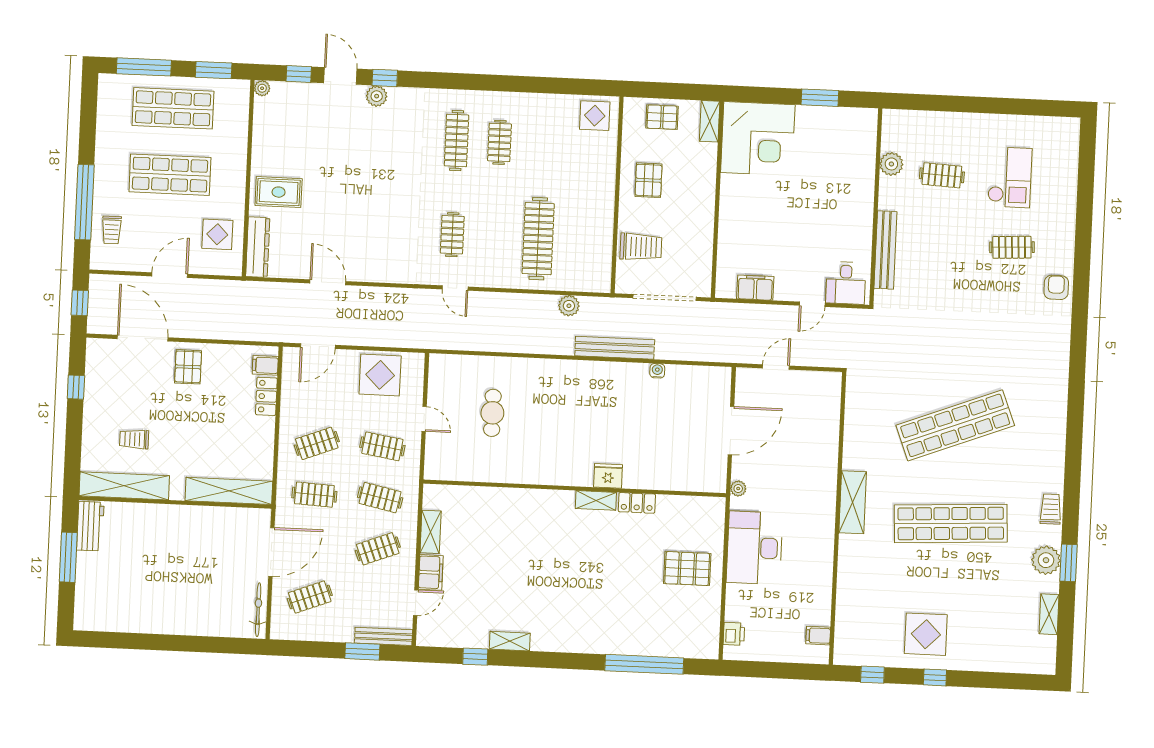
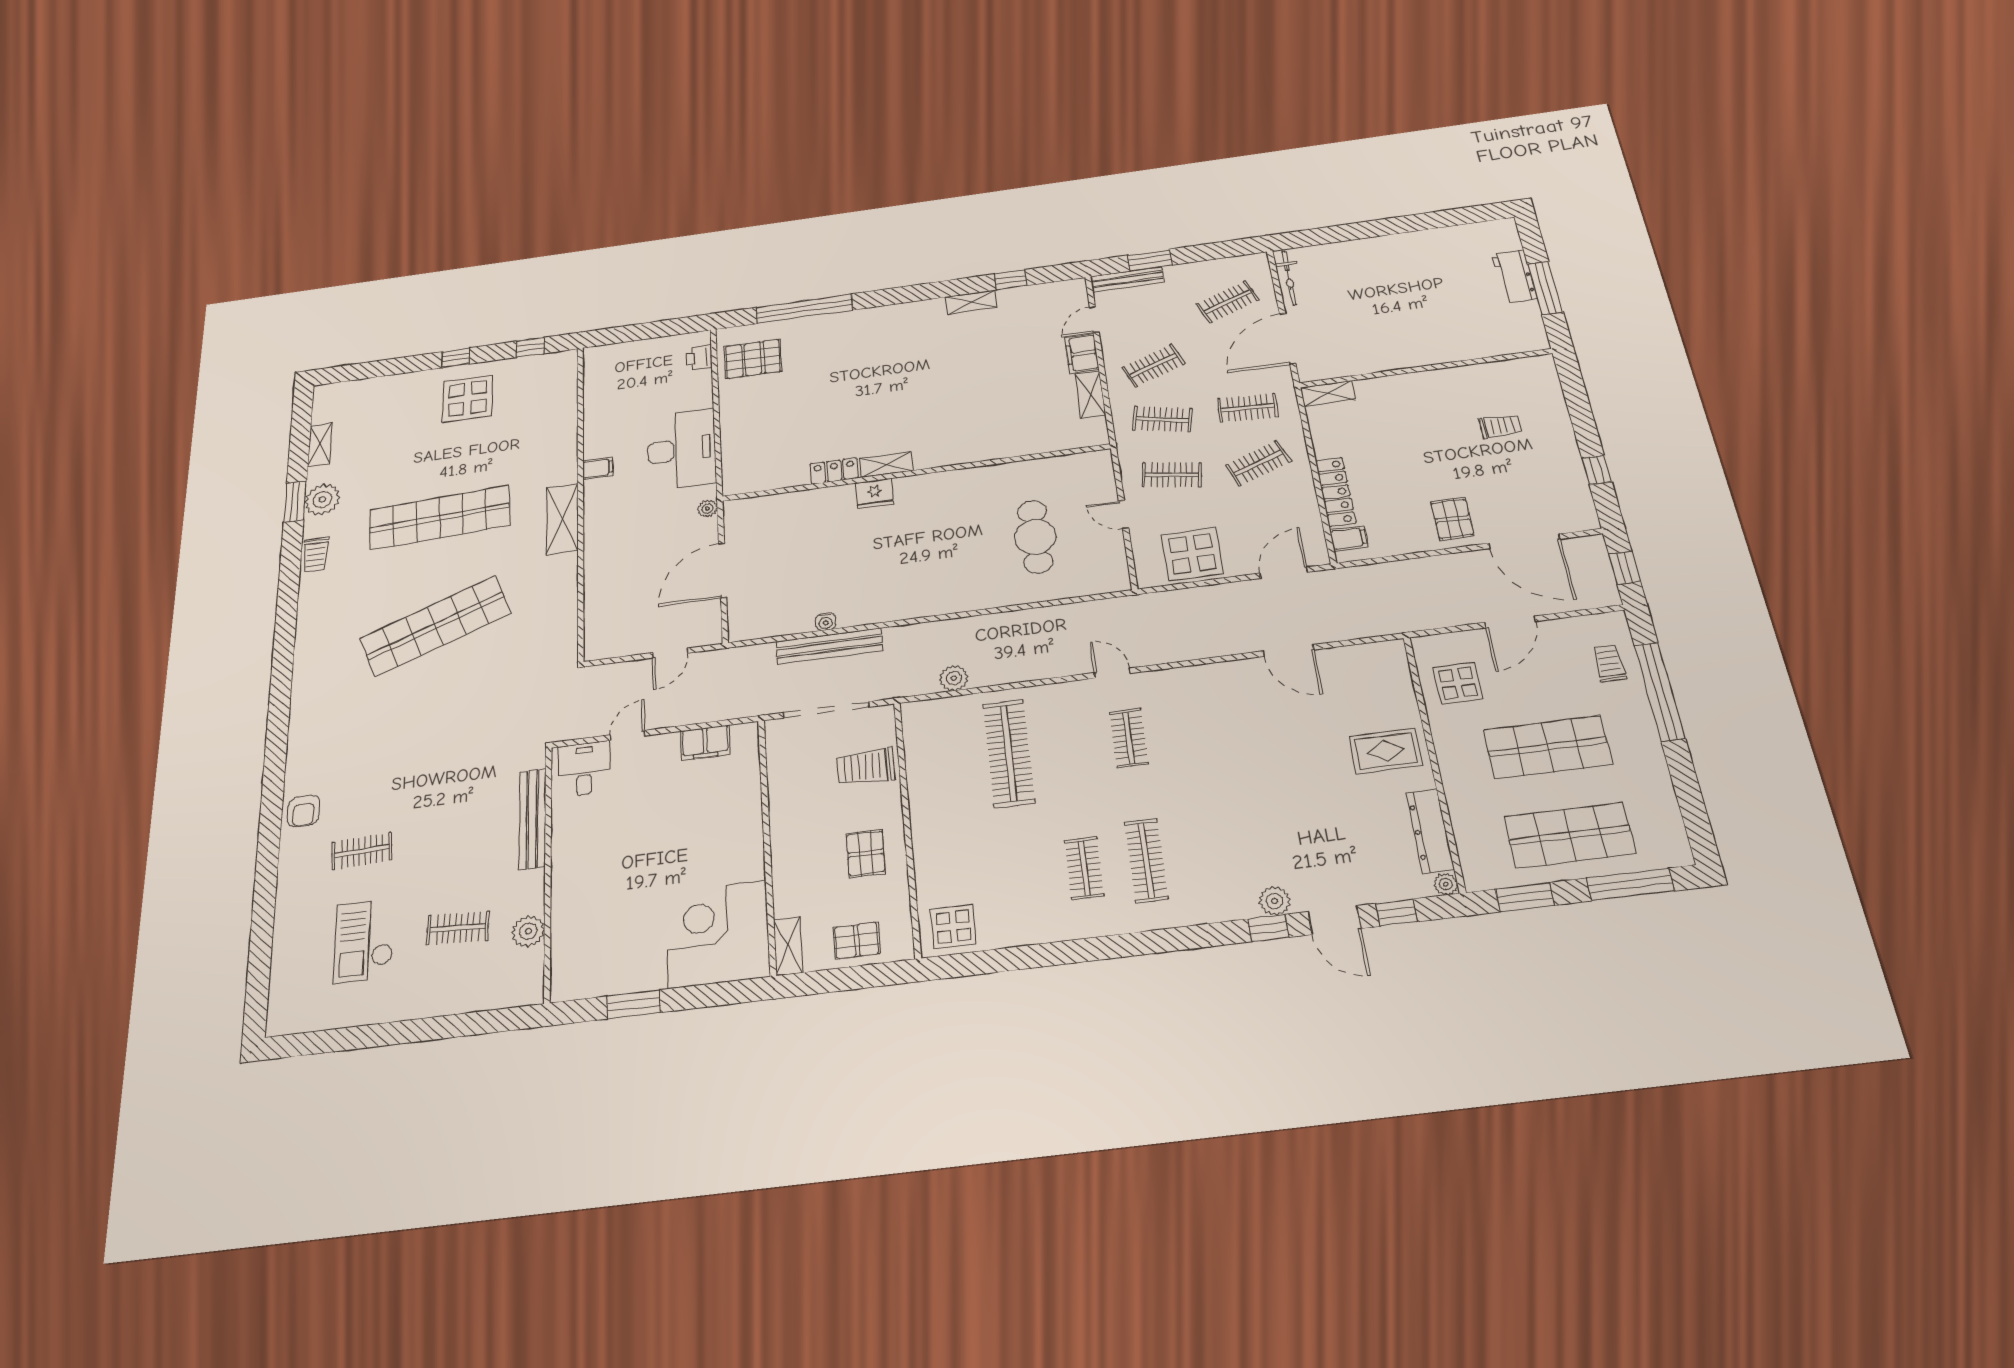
dresser: (258, 247) -> (1430, 831), moved
bench: (615, 348) -> (829, 646), moved
locker: (266, 396) -> (1336, 492), width x1.53
cafe table: (492, 413) -> (1035, 537), width x1.37, depth x1.35
shelving: (124, 486) -> (1497, 374), removed
shelving: (229, 491) -> (1328, 393), width x0.45, depth x0.75
workbench: (90, 526) -> (1514, 276), moved
pallet: (687, 569) -> (753, 359), moved
filing cabinet: (818, 636) -> (598, 468), moved

